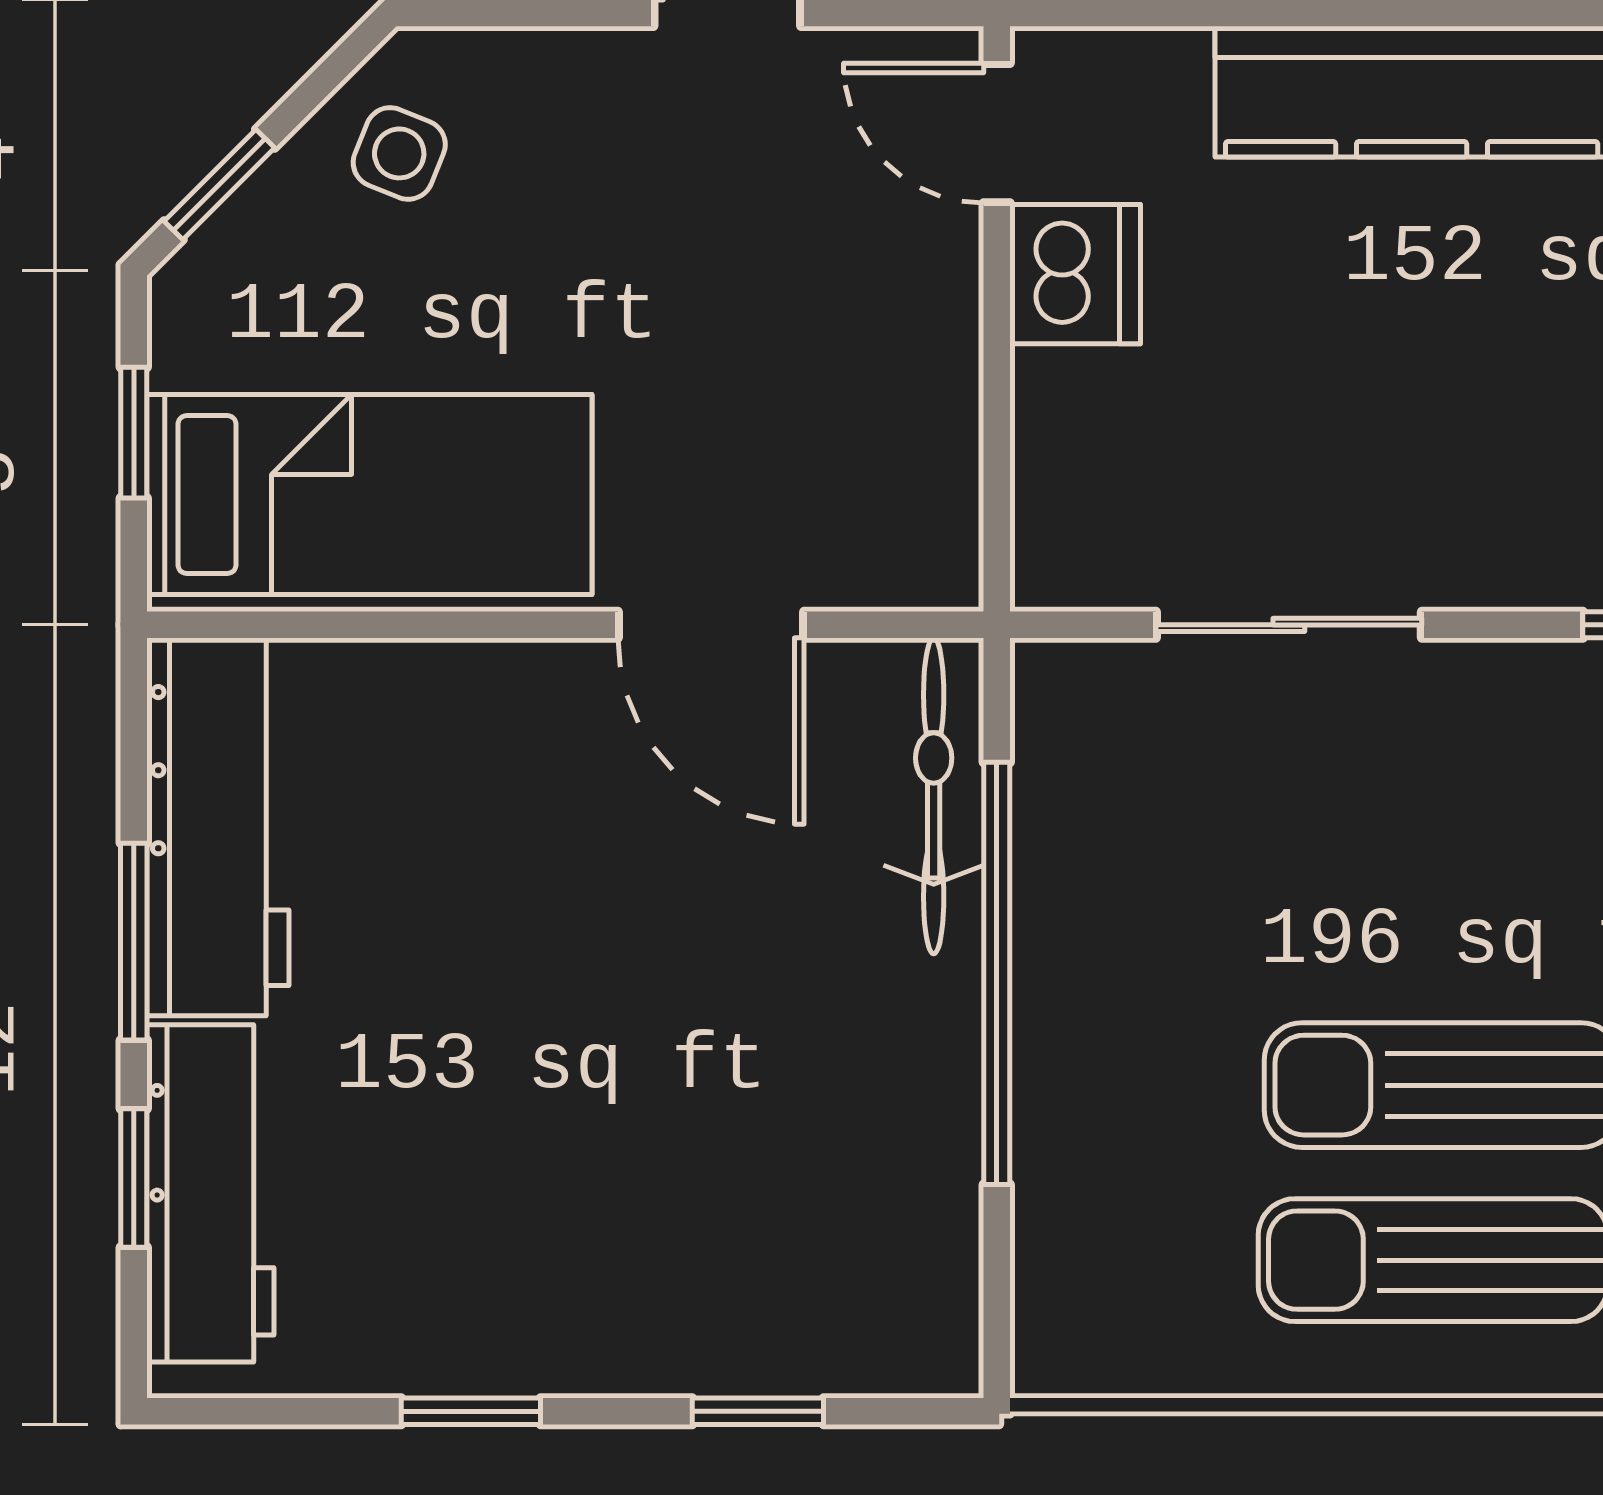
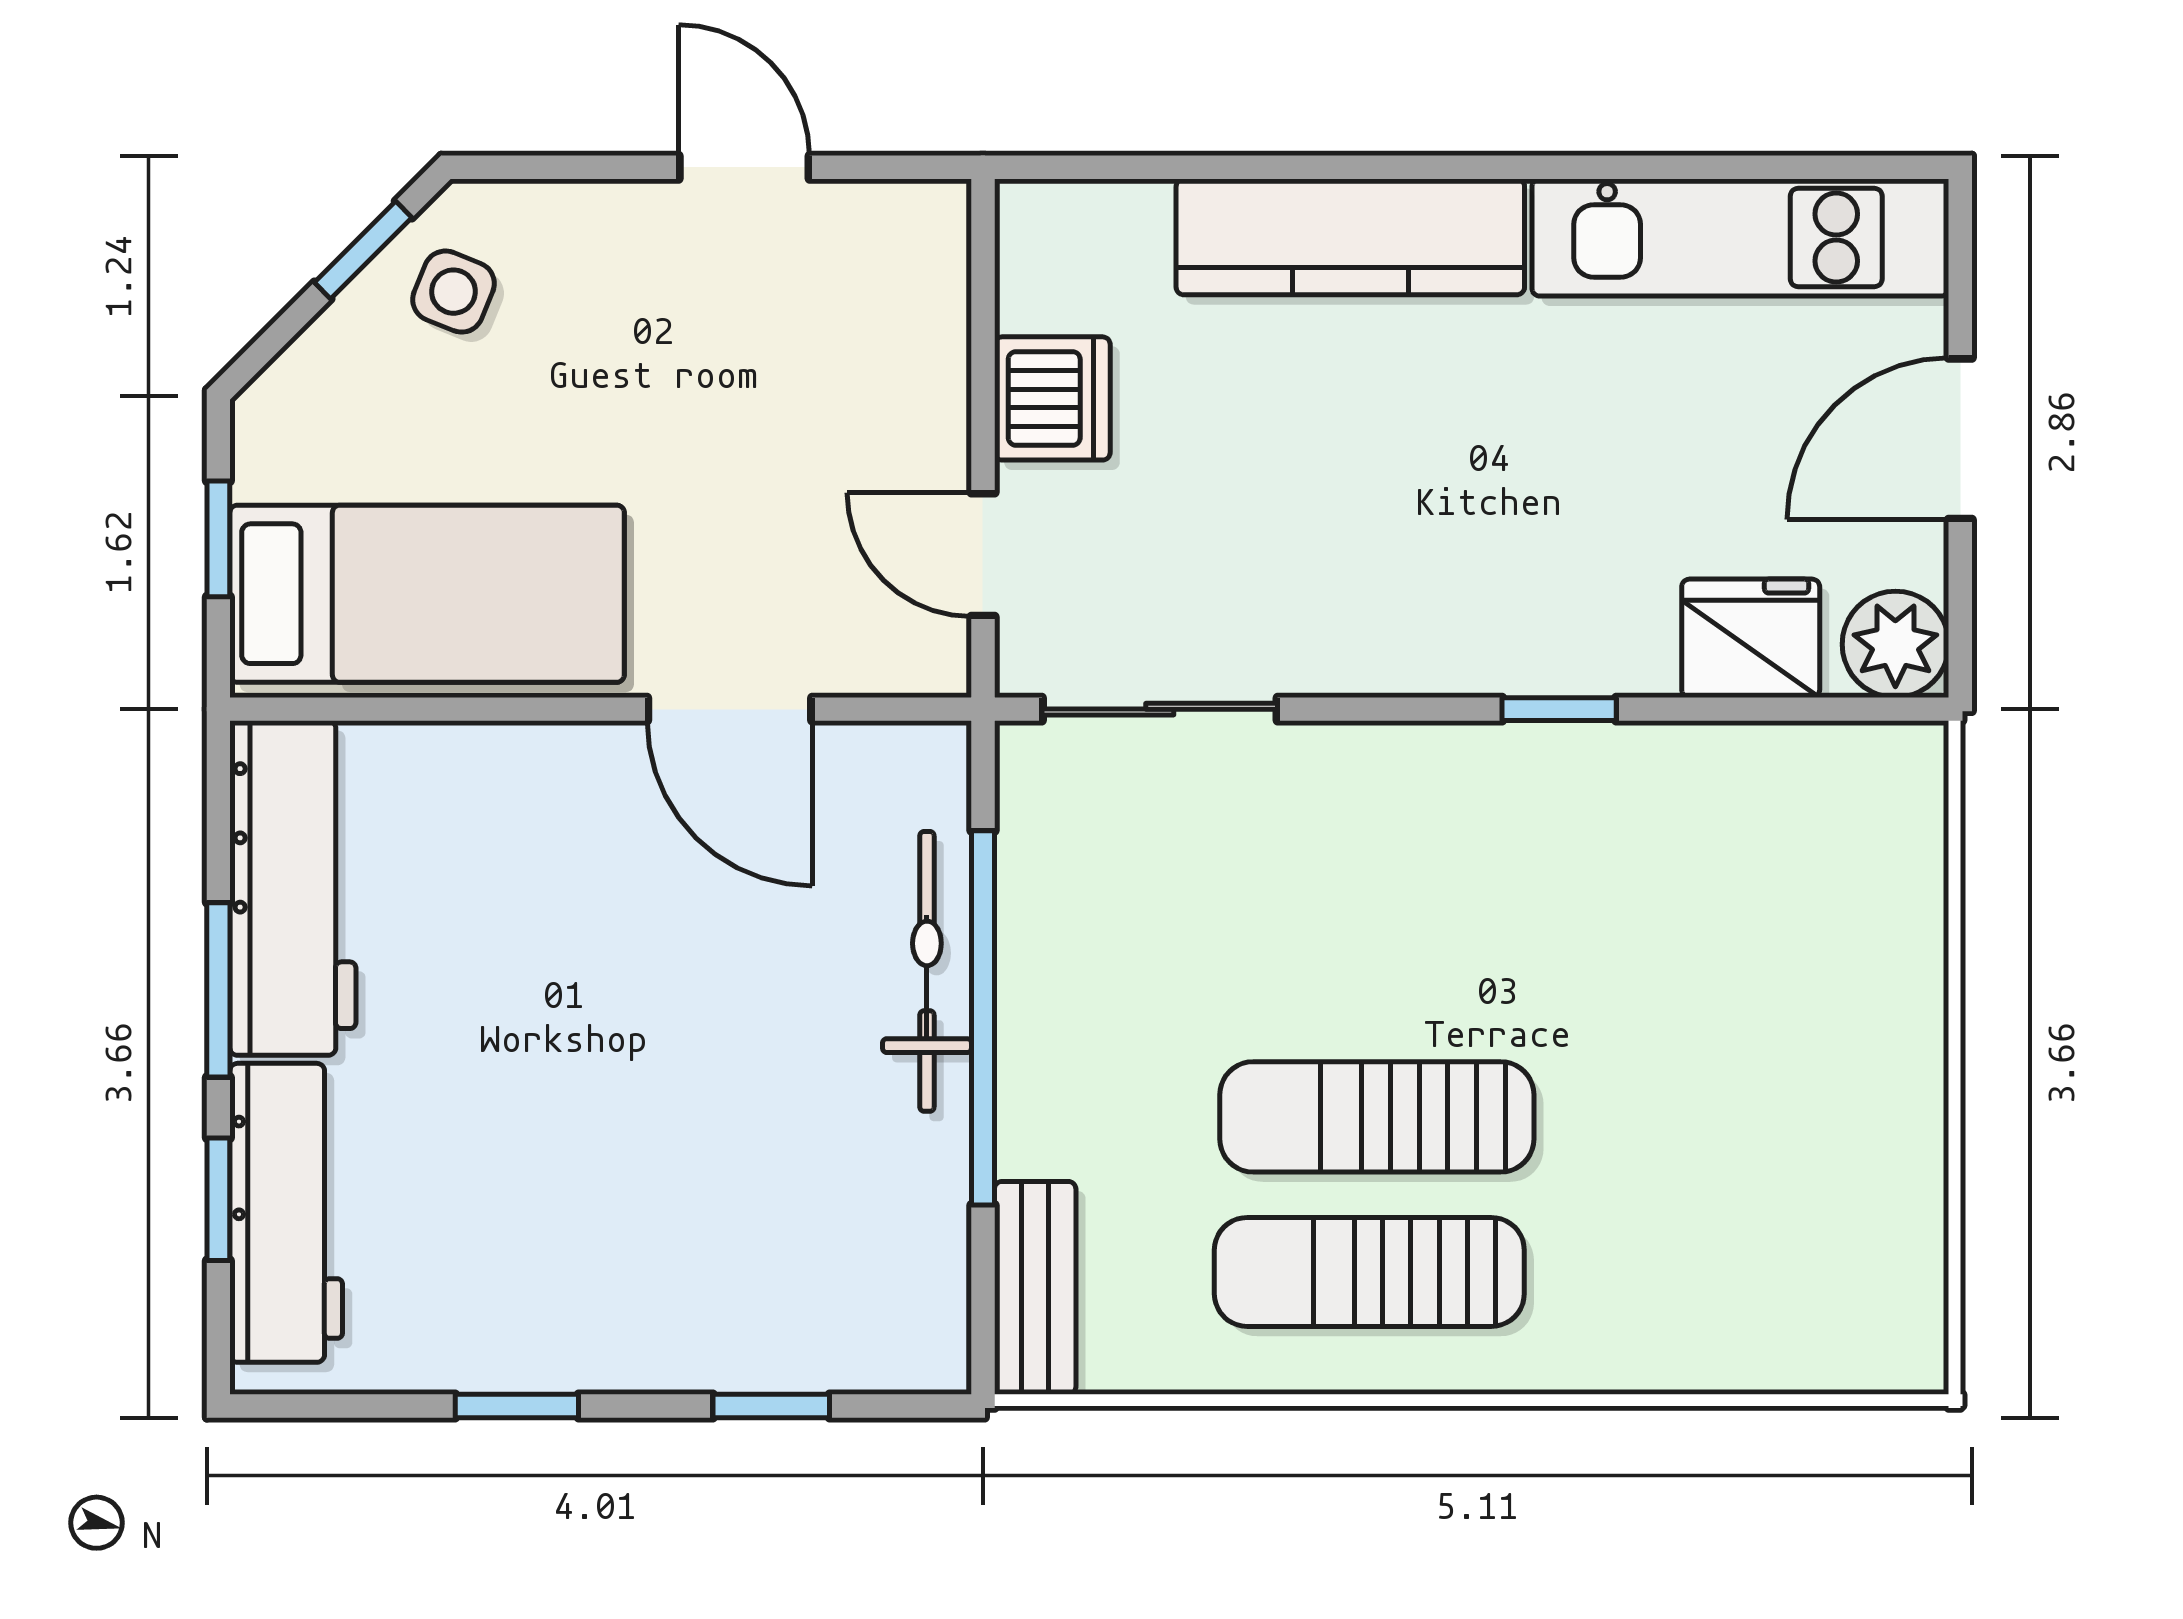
door: (997, 133) -> (983, 555), moved
window: (219, 184) -> (363, 250), moved
sliding door: (1289, 625) -> (1160, 709), moved
bicycle: (934, 796) -> (927, 971), moved
bench: (1056, 1278) -> (1035, 1288), added

